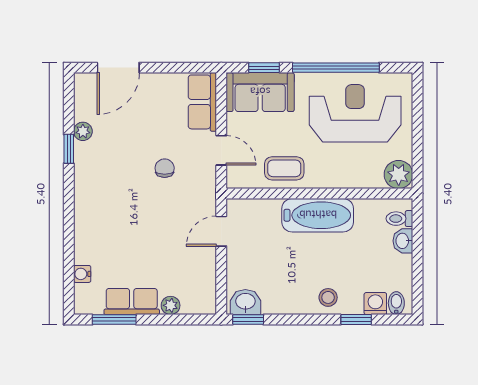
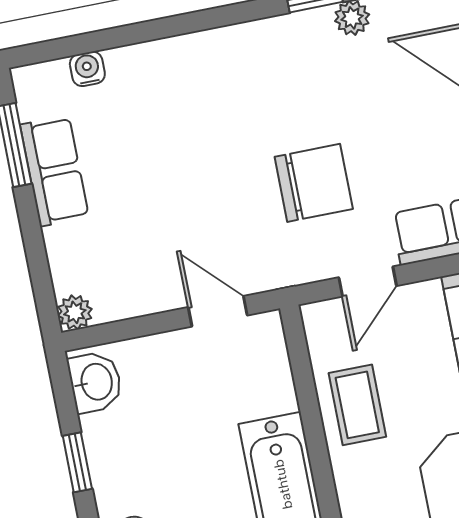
chair: (165, 168) -> (314, 183), width x1.87, depth x1.87
plant: (171, 305) -> (75, 312), moved
window: (248, 320) -> (77, 462), moved

